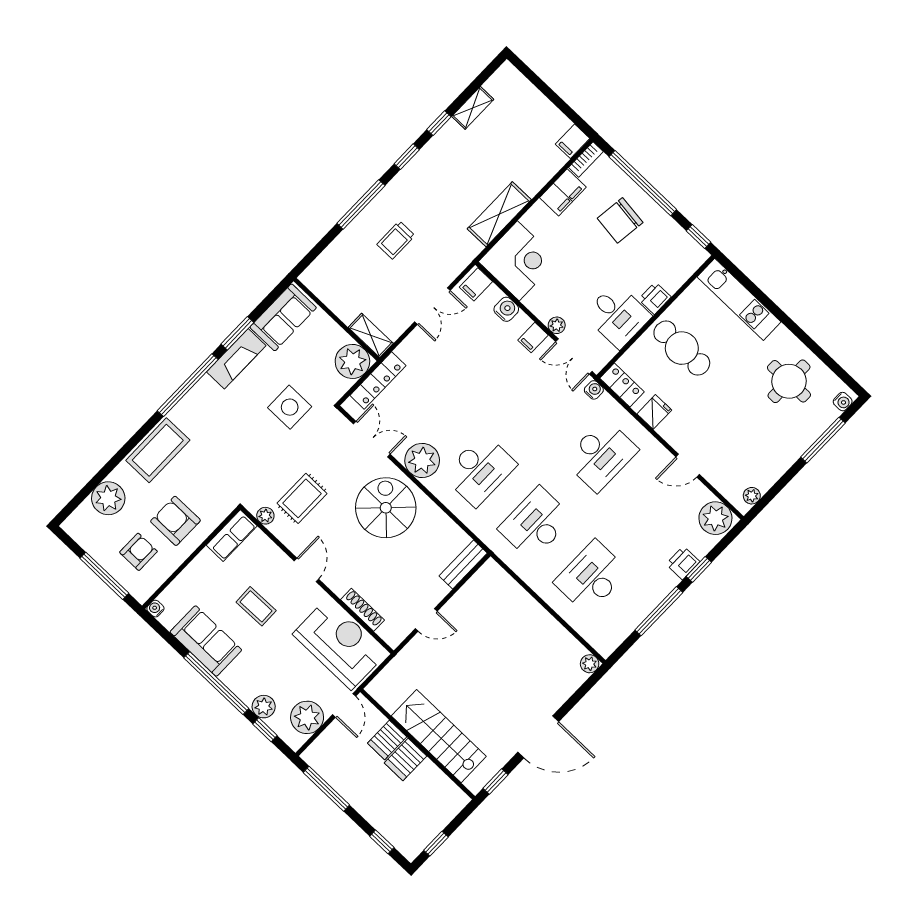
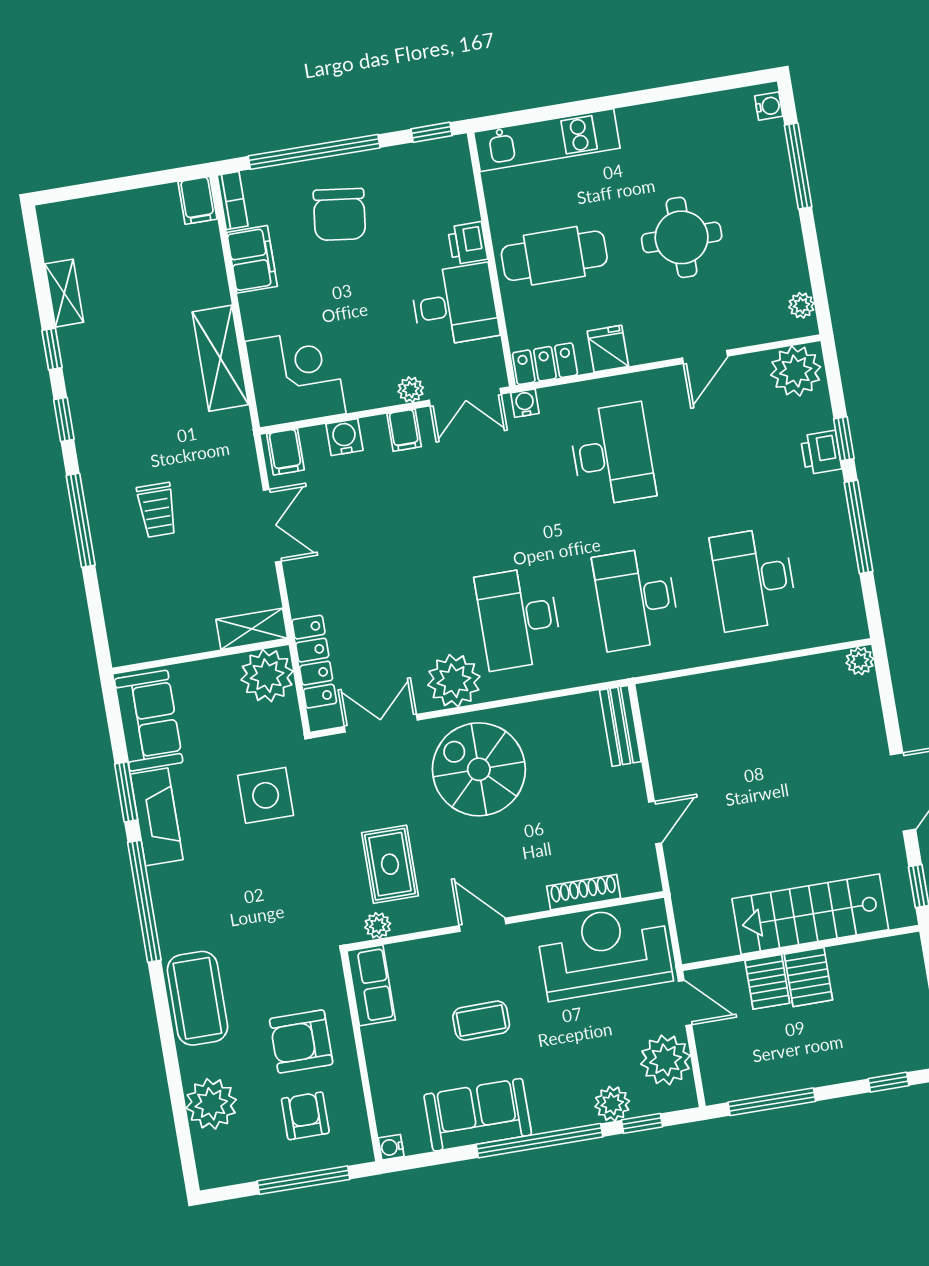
round table: (789, 381) -> (682, 237), moved
desk: (480, 470) -> (519, 618), turned 180

